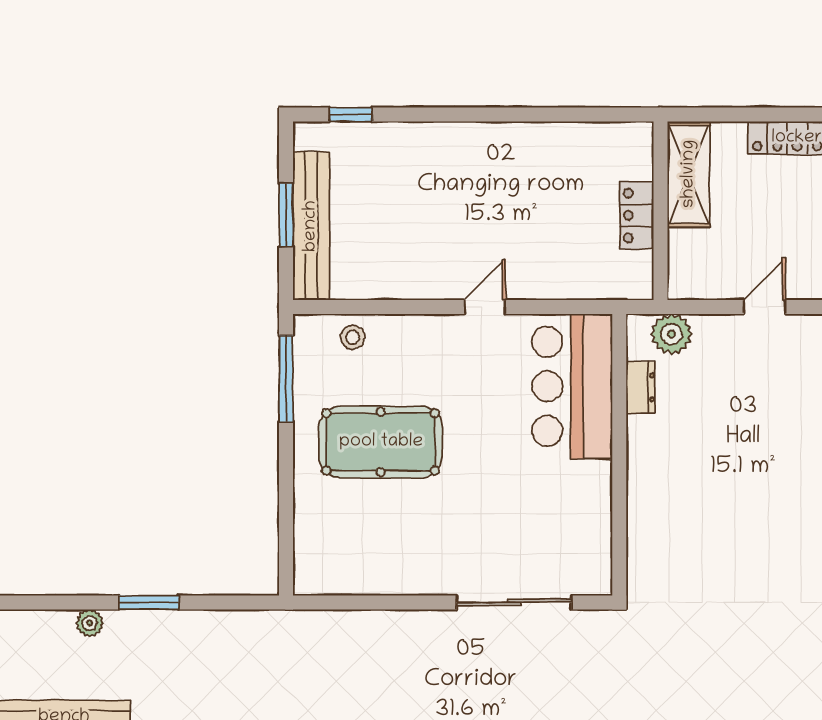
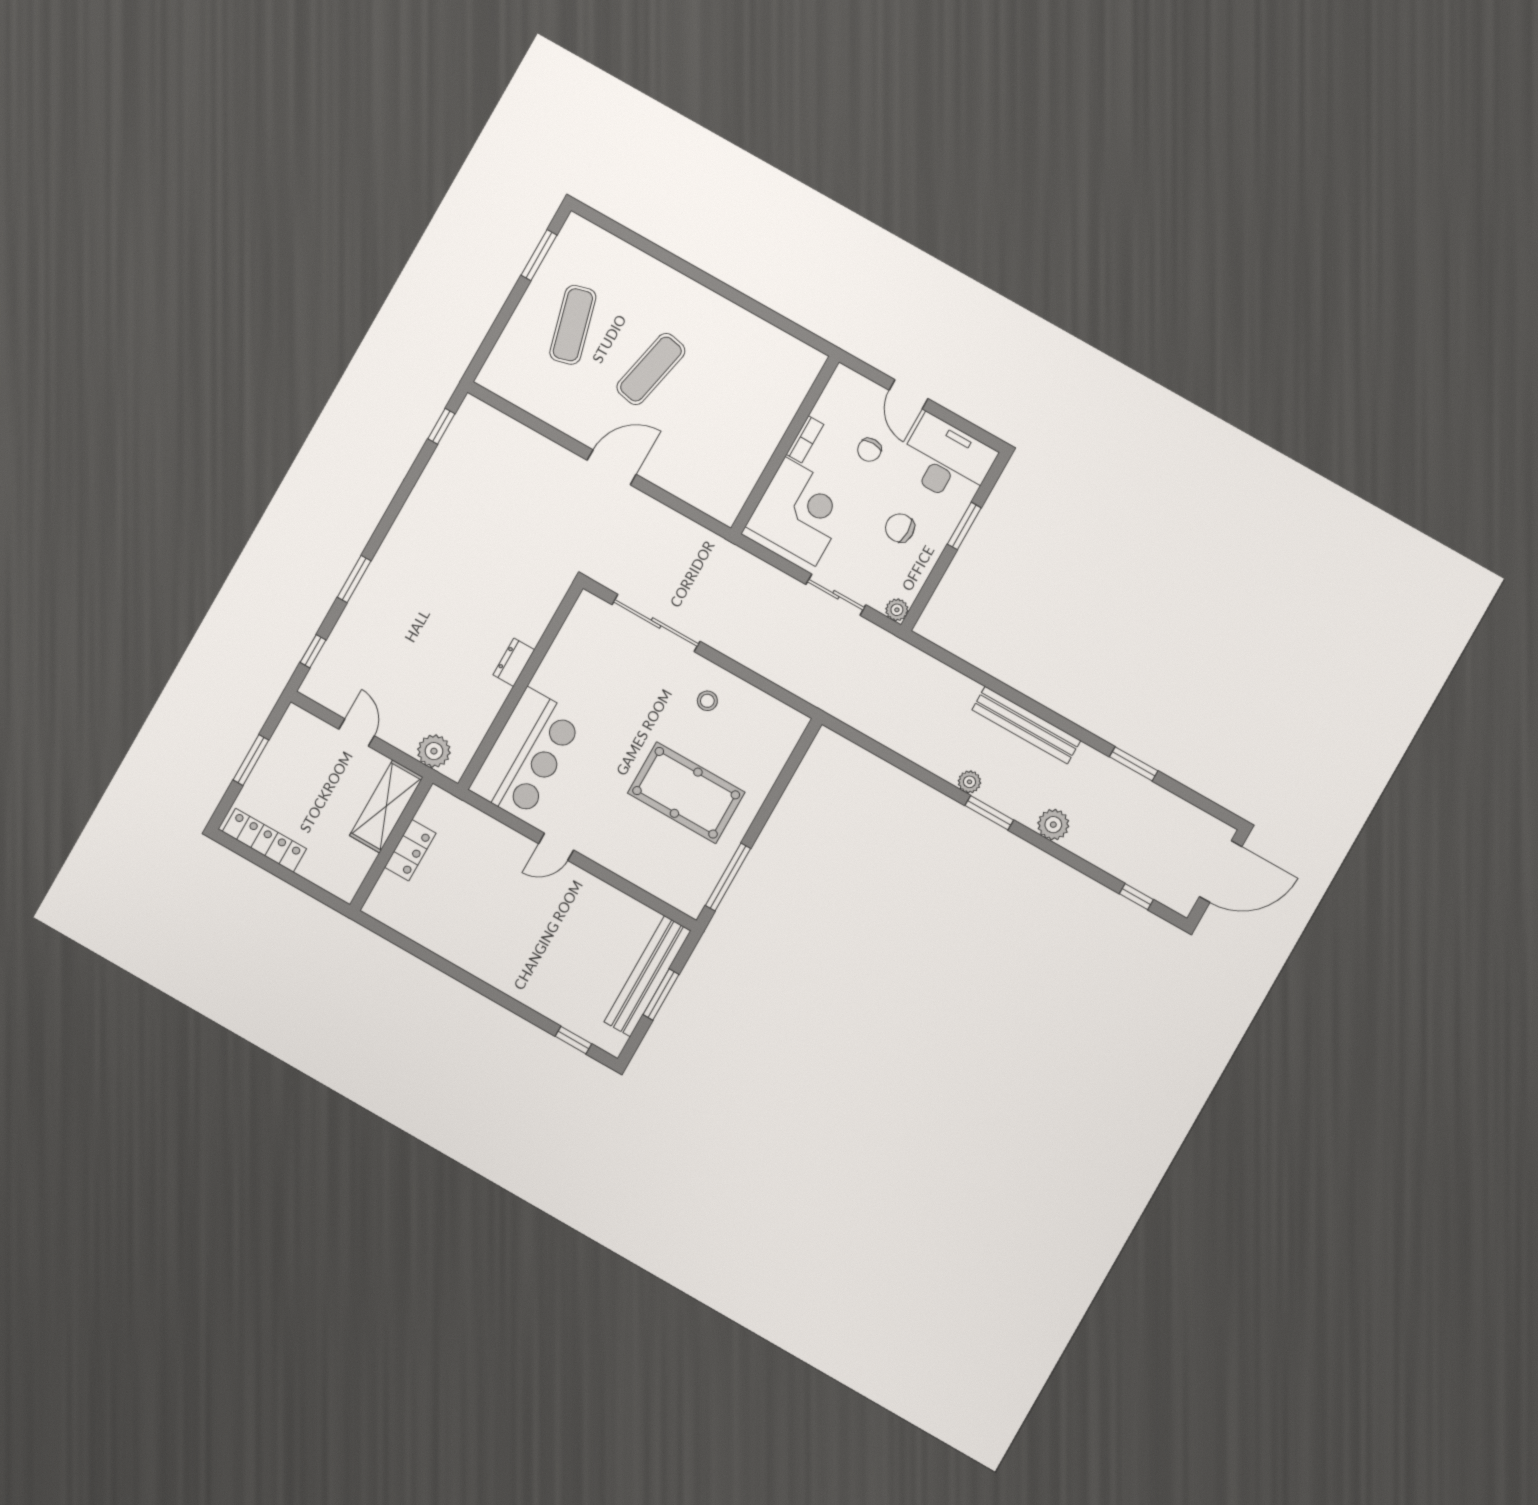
shelving: (689, 174) -> (386, 806), moved
door: (764, 307) -> (357, 733), swing flipped
stool: (353, 337) -> (707, 701), moved
dresser: (641, 387) -> (514, 662), moved
window: (149, 602) -> (989, 813), moved

